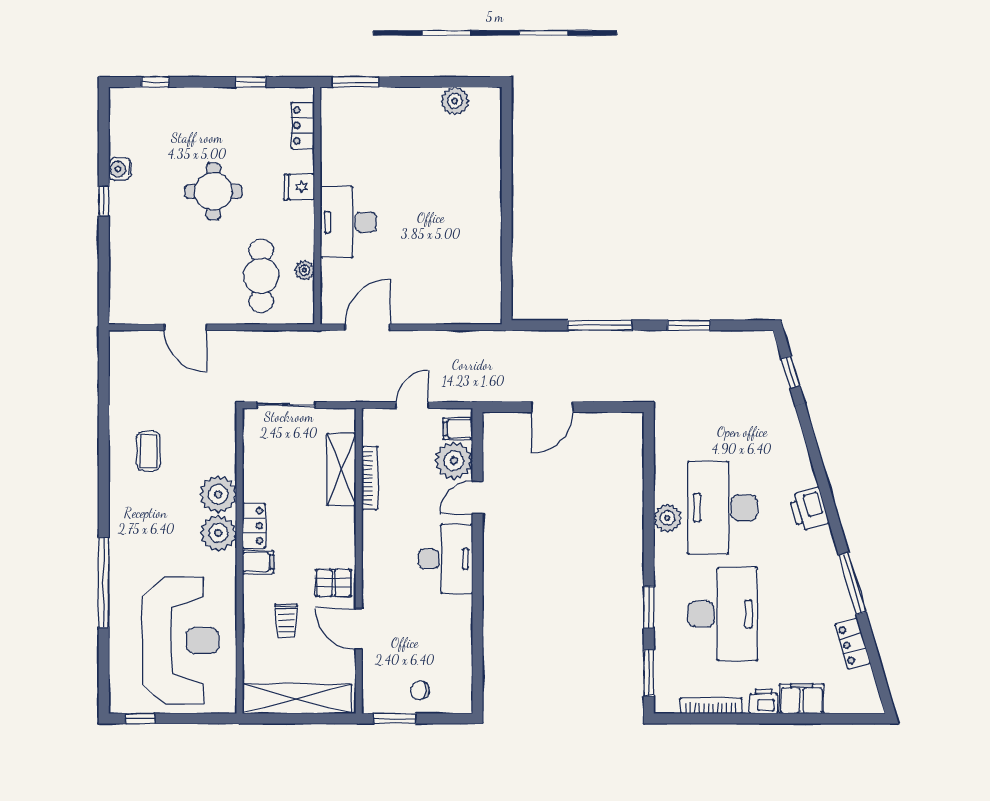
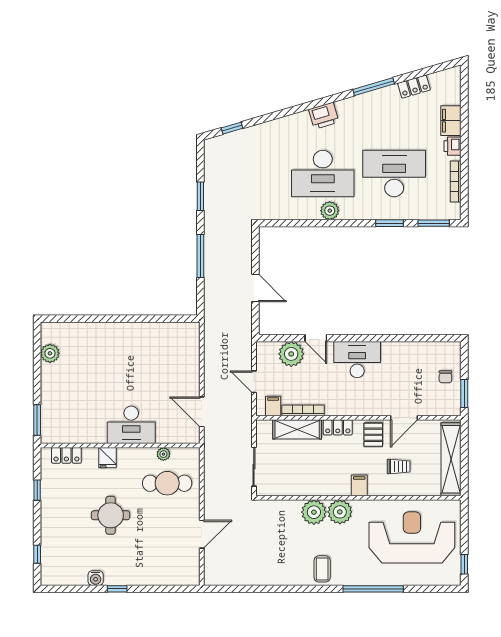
filing cabinet: (458, 429) -> (273, 406), moved, turned 180
coffee table: (148, 451) -> (322, 569), moved, turned 90
locker: (254, 526) -> (338, 427), moved, turned 180

